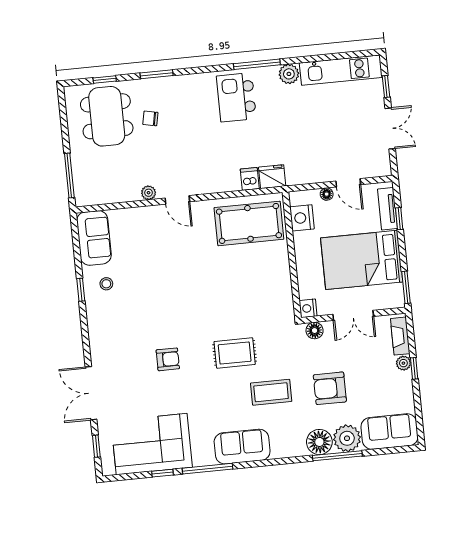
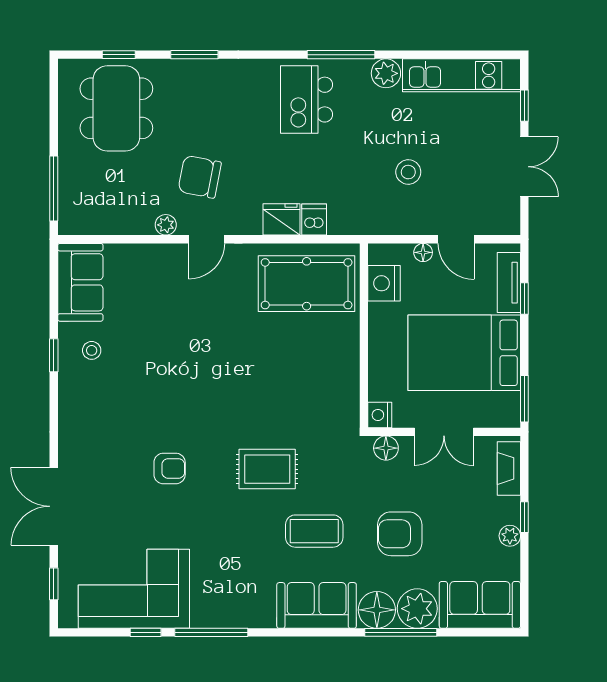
chair: (150, 118) -> (200, 177), moved, width x1.87, depth x1.87
stool: (311, 140) -> (408, 172), added
fridge: (272, 177) -> (281, 219), moved
door: (177, 200) -> (207, 239), hinge flipped
plant: (403, 363) -> (510, 536), moved
sofa: (242, 447) -> (317, 605), moved

